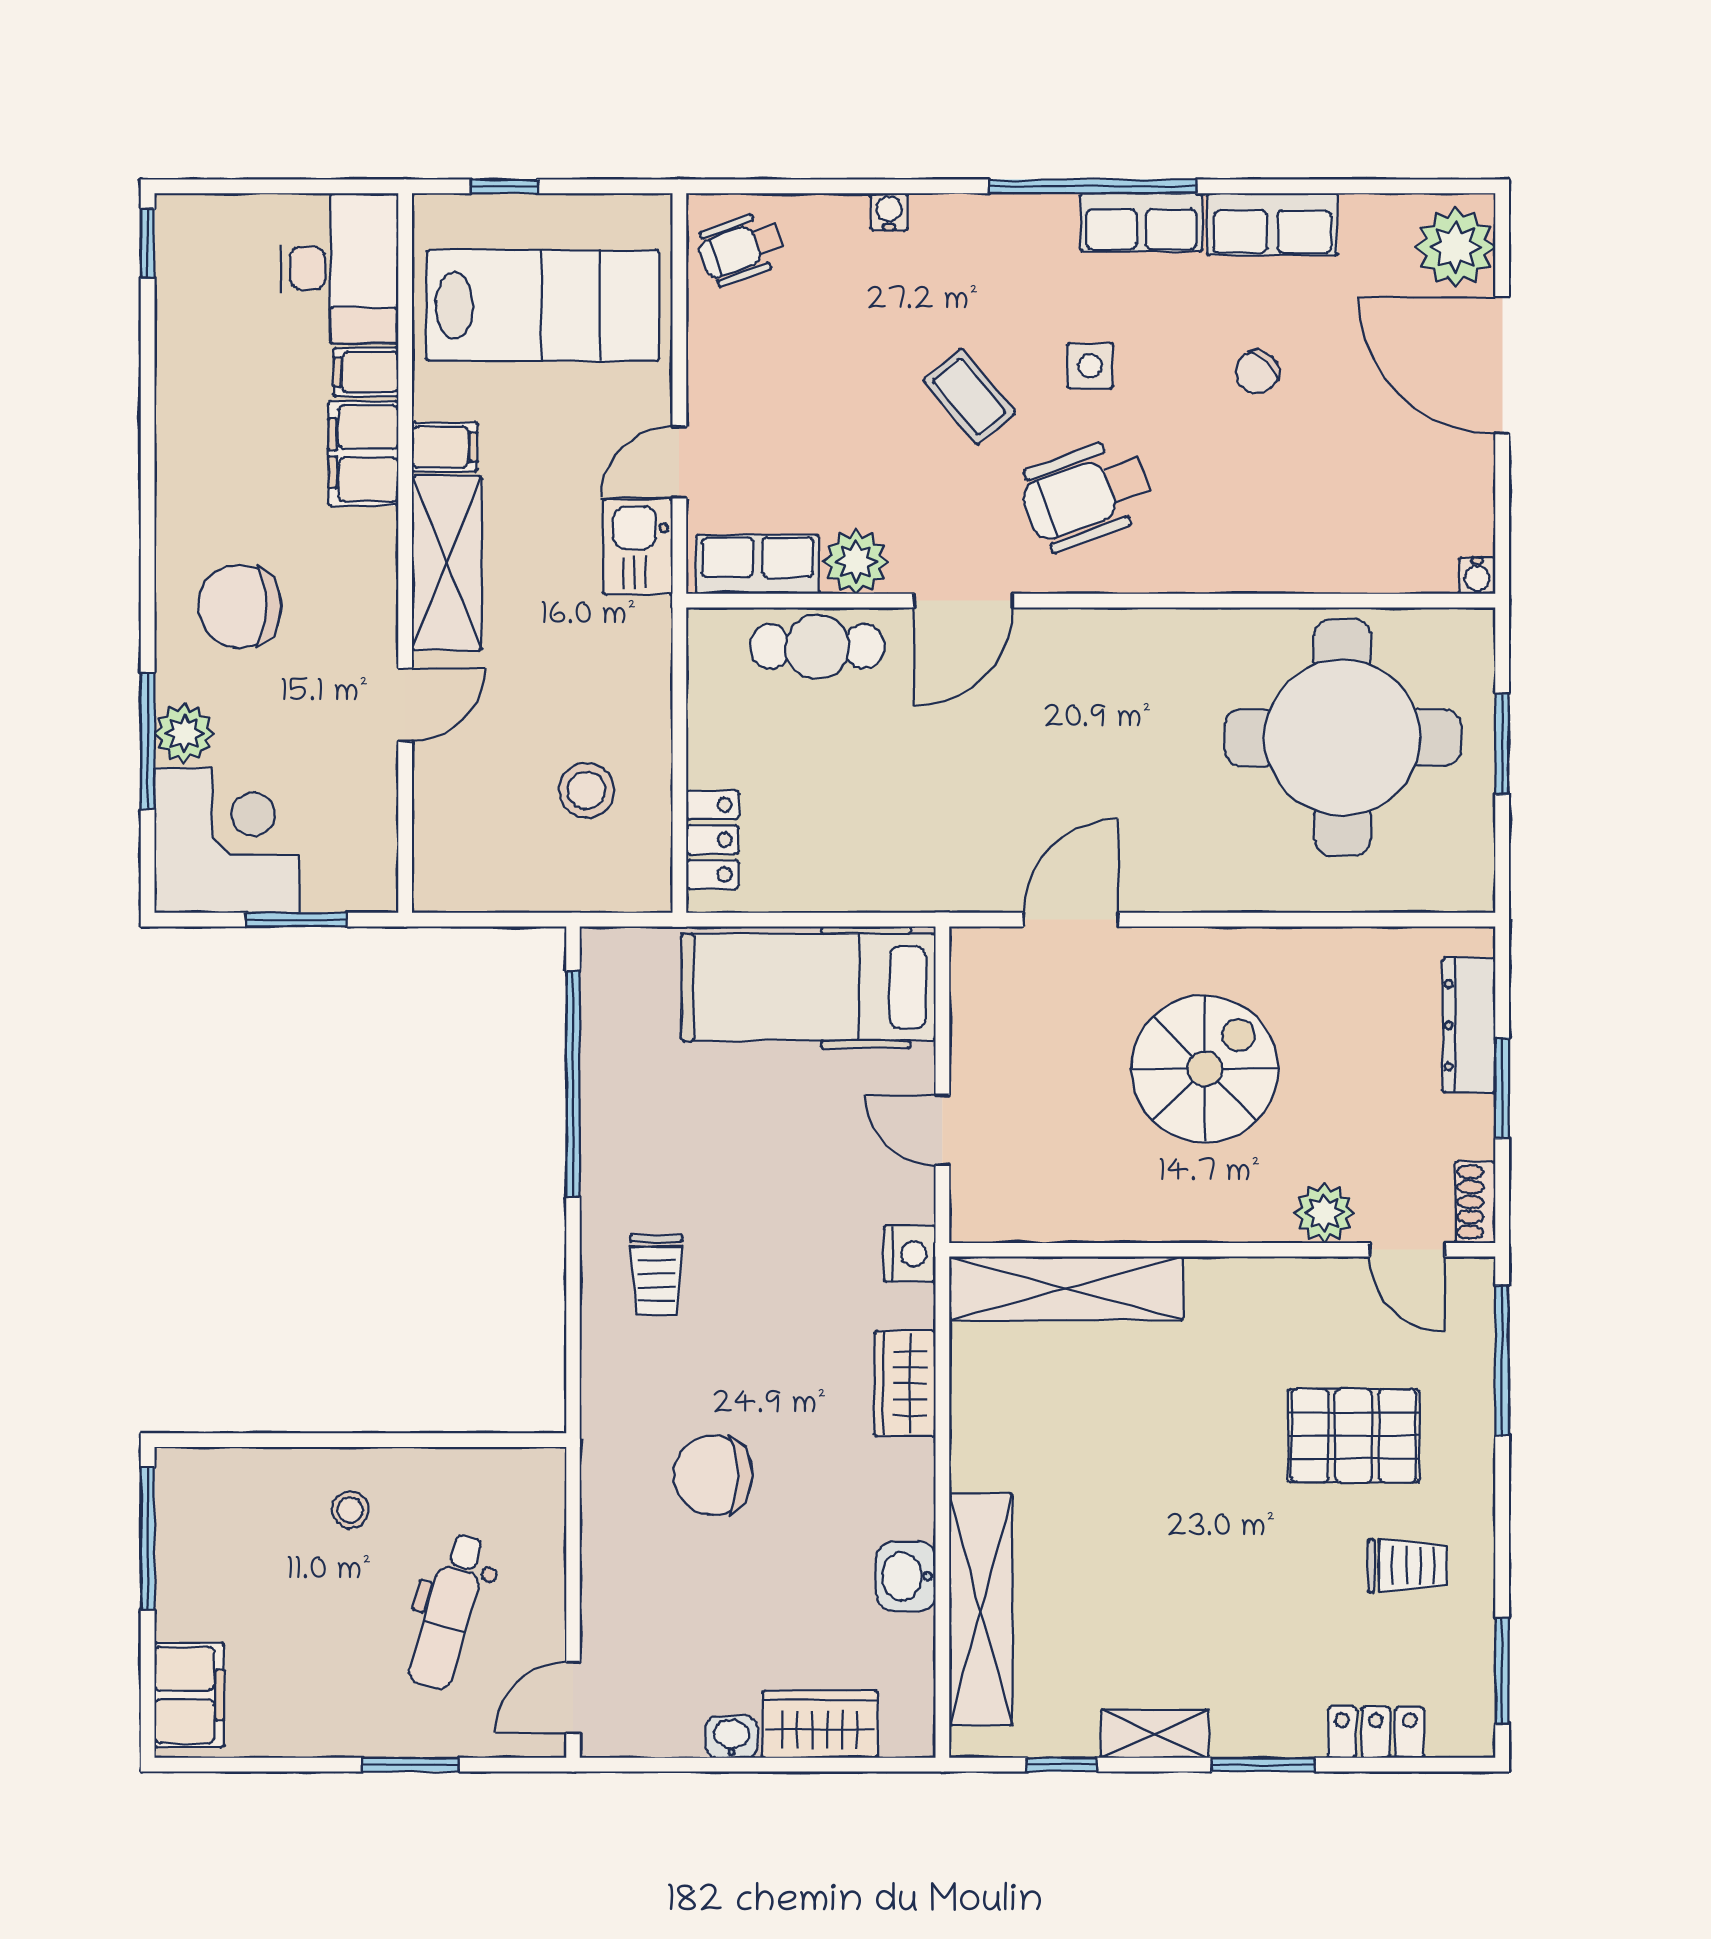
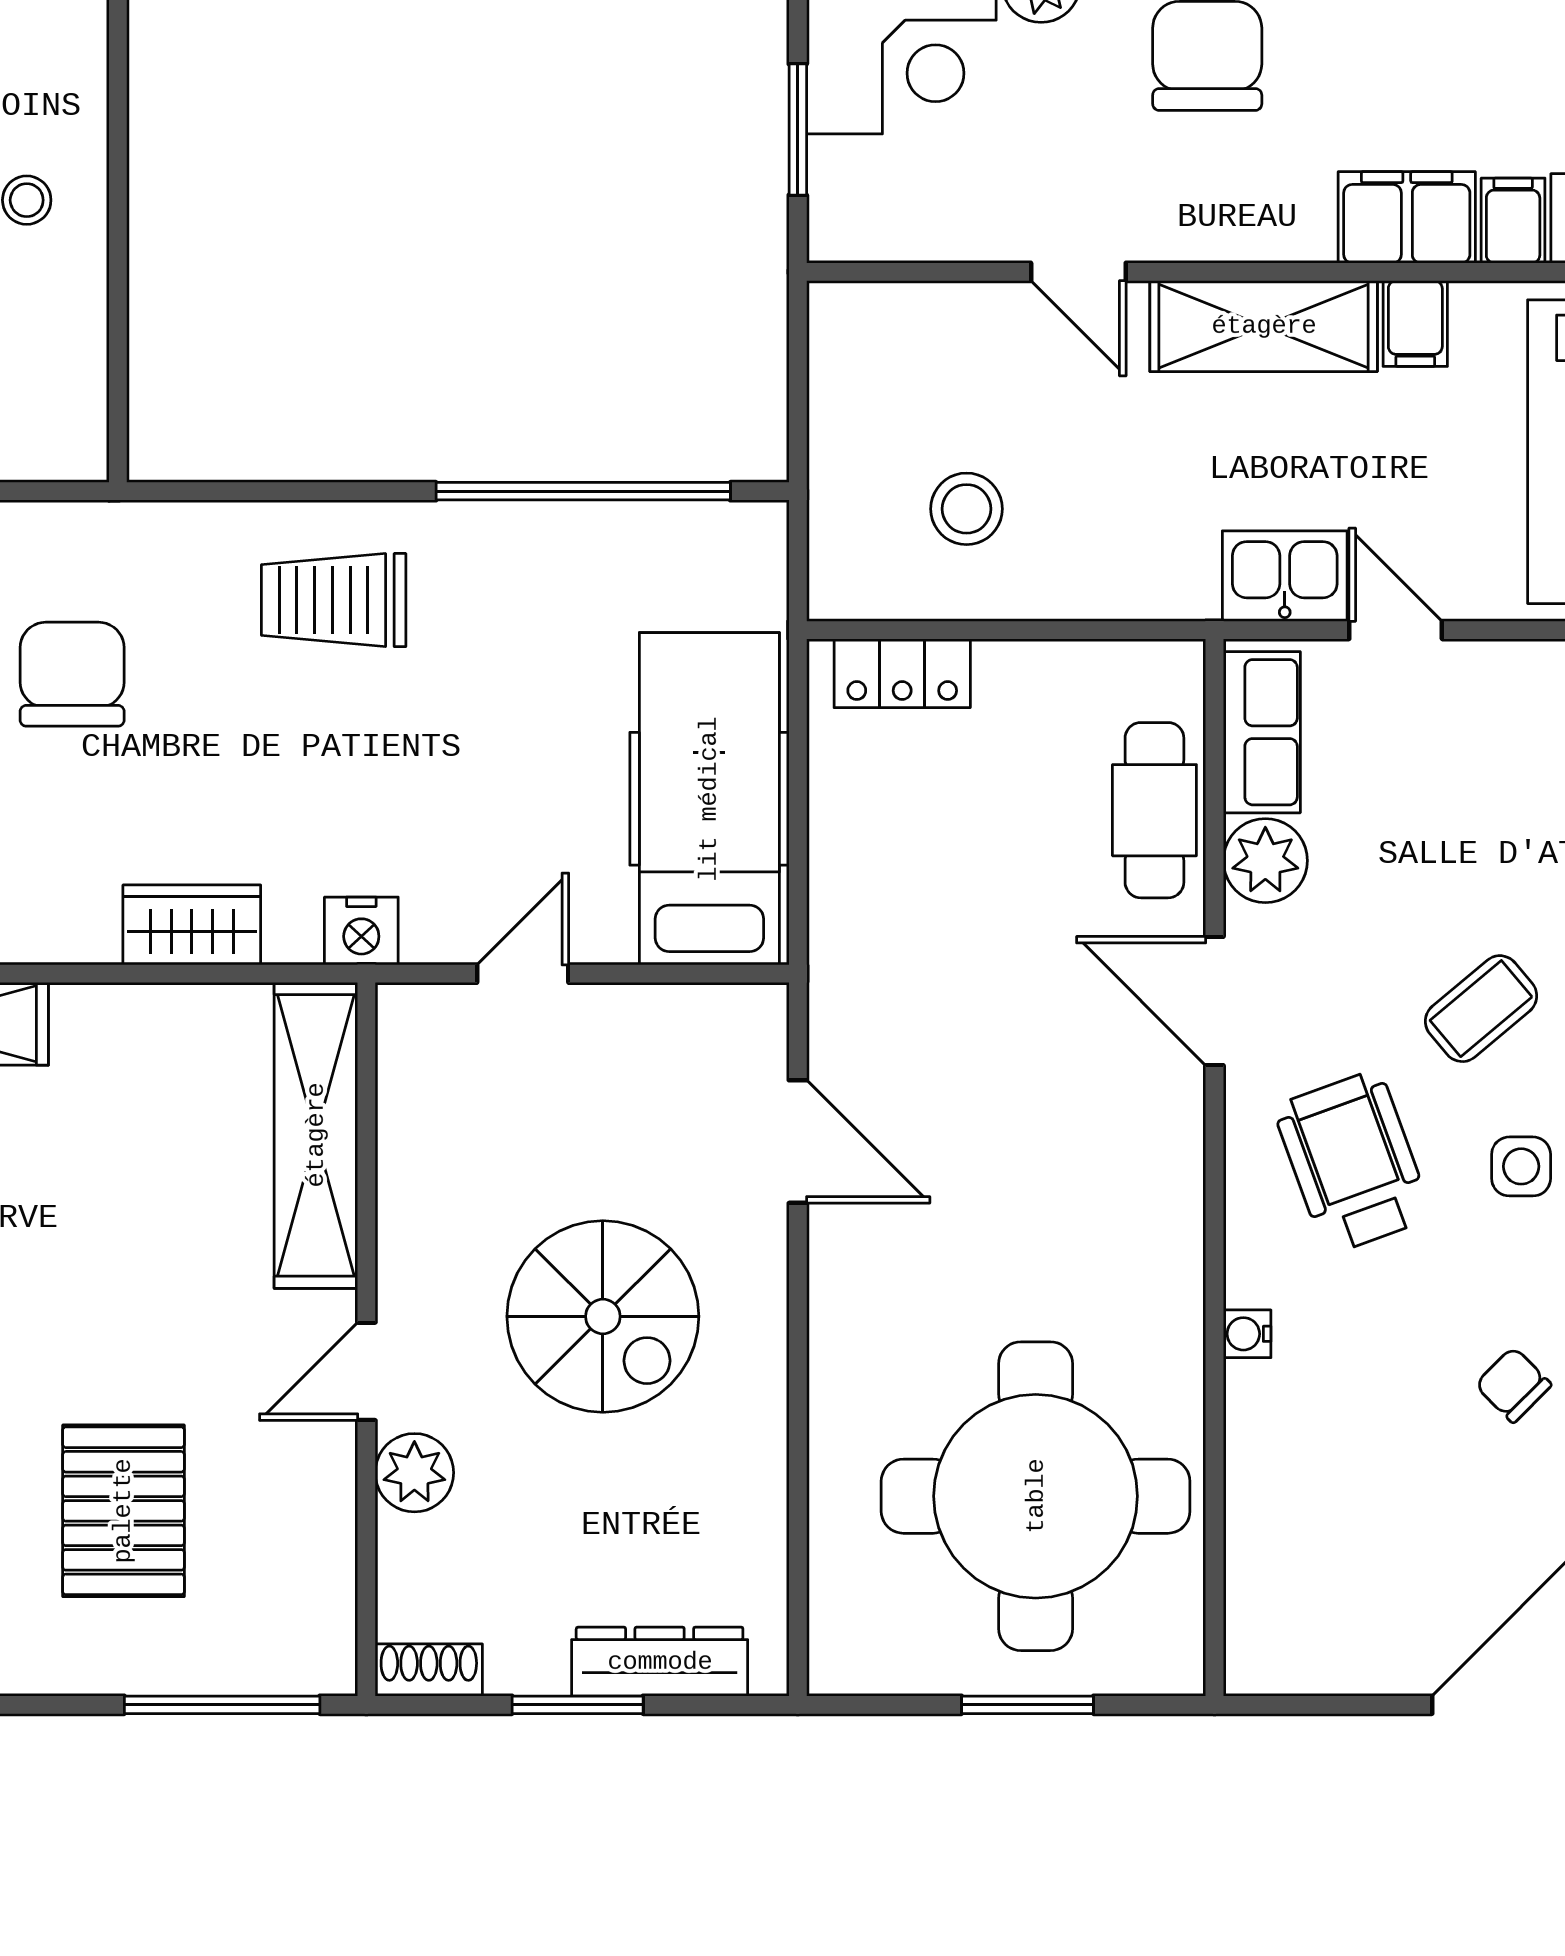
water cooler: (1477, 576) -> (1247, 1334), moved
door: (1407, 1250) -> (366, 1371), moved
trolley: (656, 1275) -> (334, 600), width x1.36, depth x1.39

